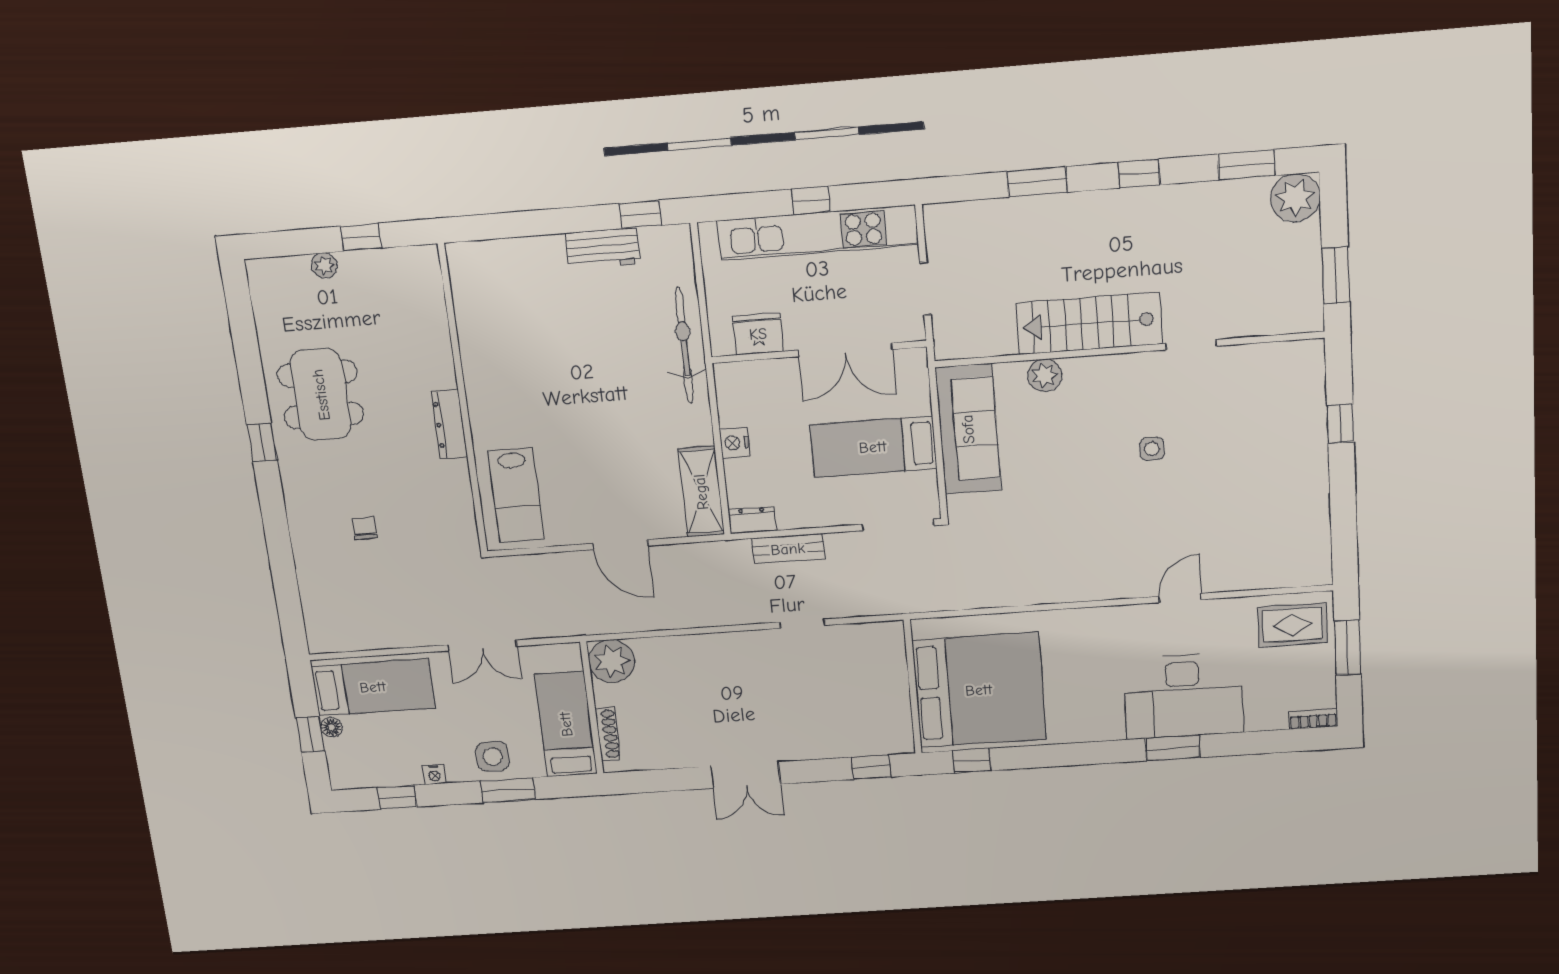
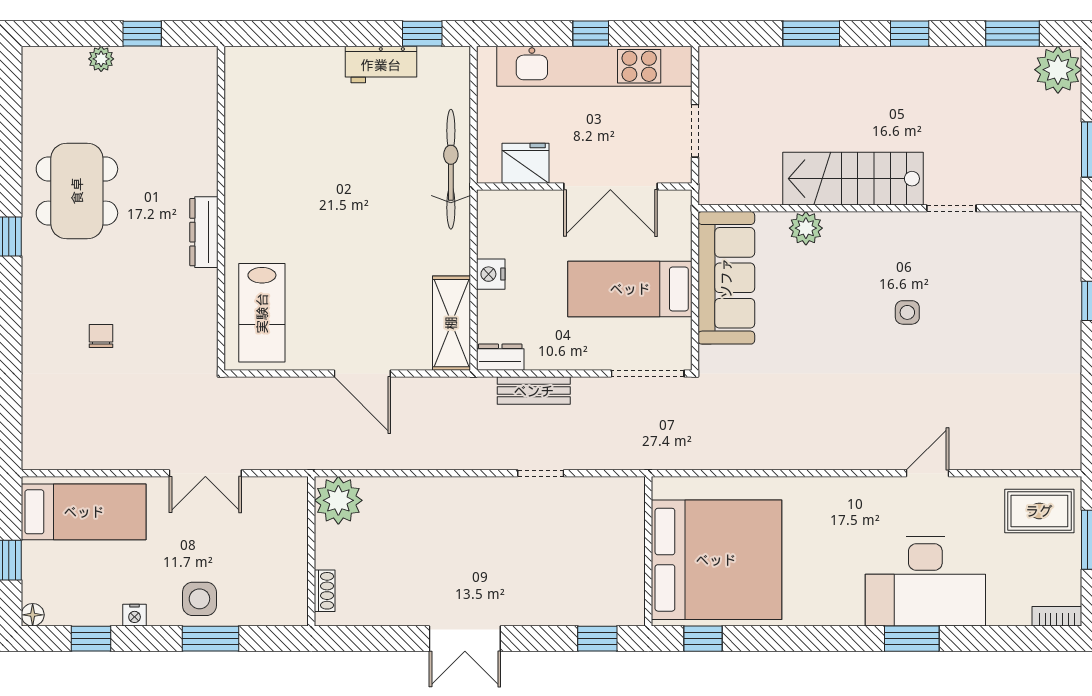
bed: (566, 724) -> (282, 568), removed
floor lamp: (332, 727) -> (33, 615), moved
shoe rack: (608, 734) -> (325, 591), width x0.70

